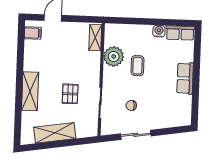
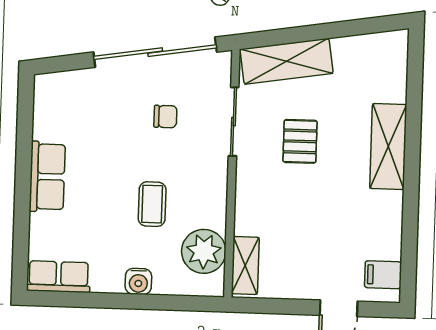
water cooler: (159, 31) -> (138, 281), moved
plant: (114, 56) -> (204, 251), moved
shelving: (55, 133) -> (287, 61), moved
sliding door: (136, 135) -> (155, 52), width x1.86

